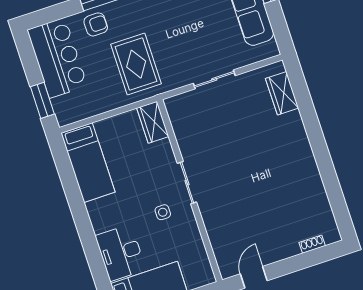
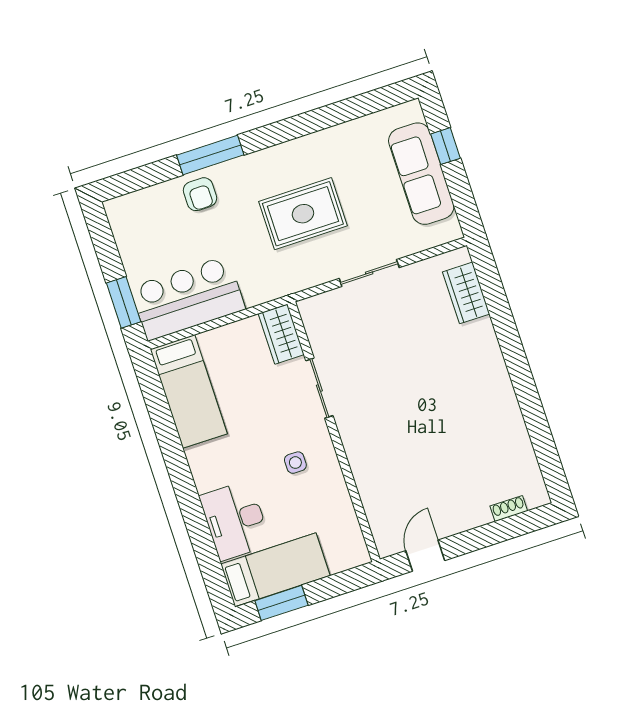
armchair: (96, 24) -> (200, 194), turned 91
bar counter: (57, 58) -> (188, 298), moved, turned -90
rug: (136, 64) -> (303, 214), moved, turned 90
sliding door: (187, 183) -> (319, 388), moved

